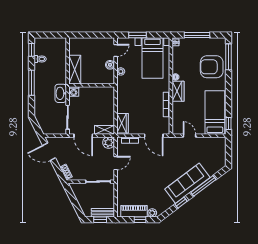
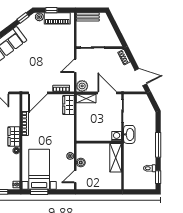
window: (137, 35) -> (39, 192), moved
door: (154, 136) -> (38, 93), swing flipped
window: (181, 203) -> (23, 18), moved
window: (100, 220) -> (91, 10), removed

